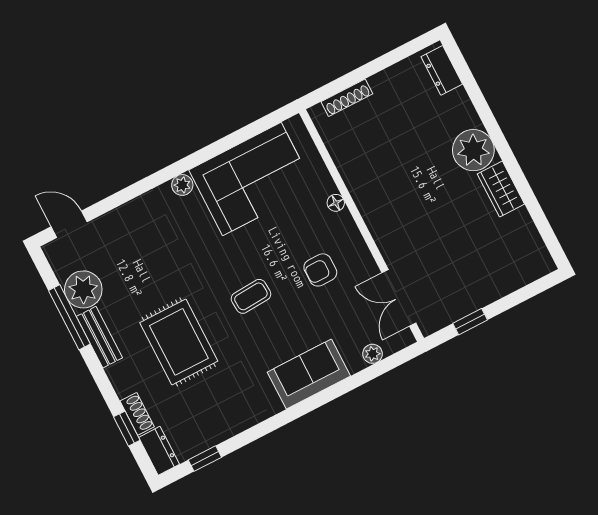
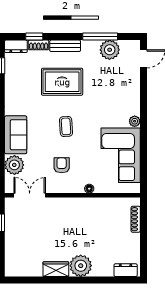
bench: (99, 337) -> (65, 46), moved
plant: (373, 354) -> (14, 165), width x1.87, depth x1.87

